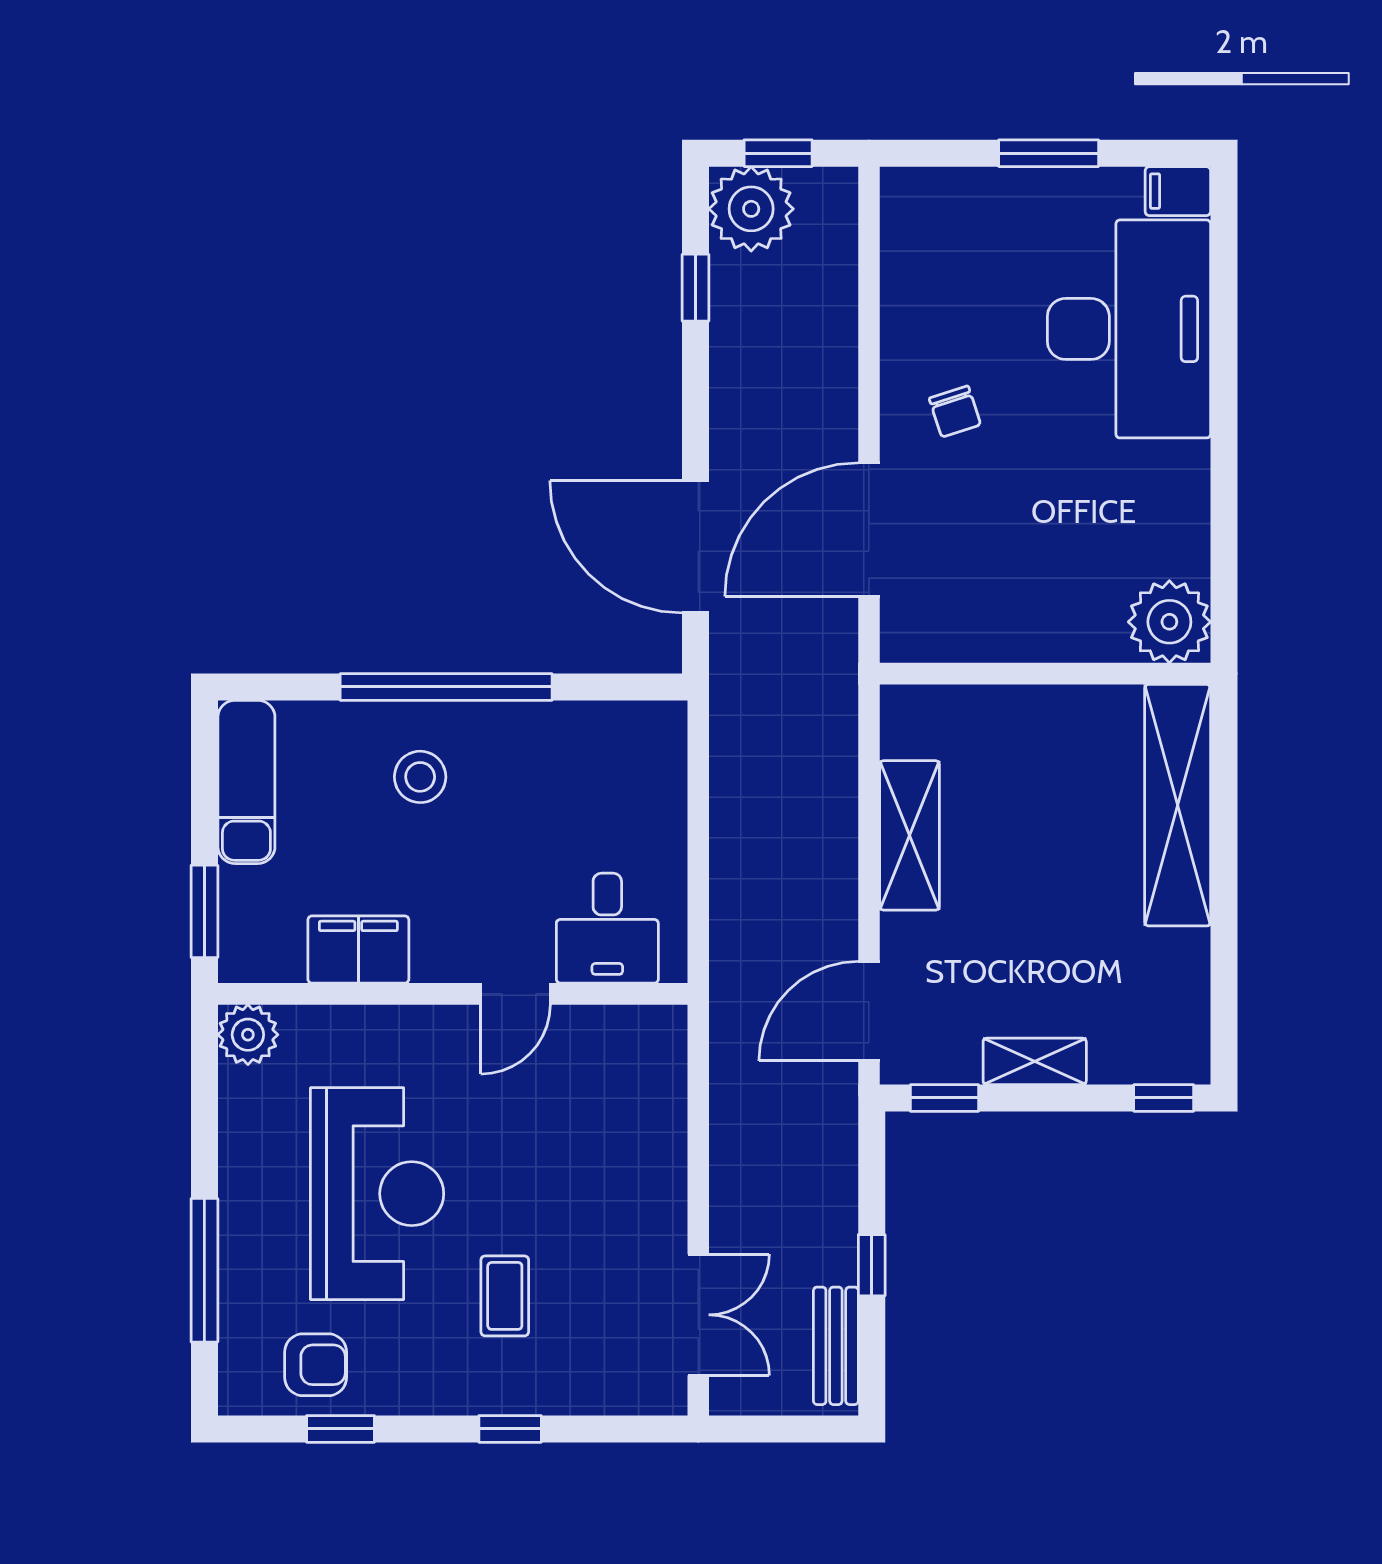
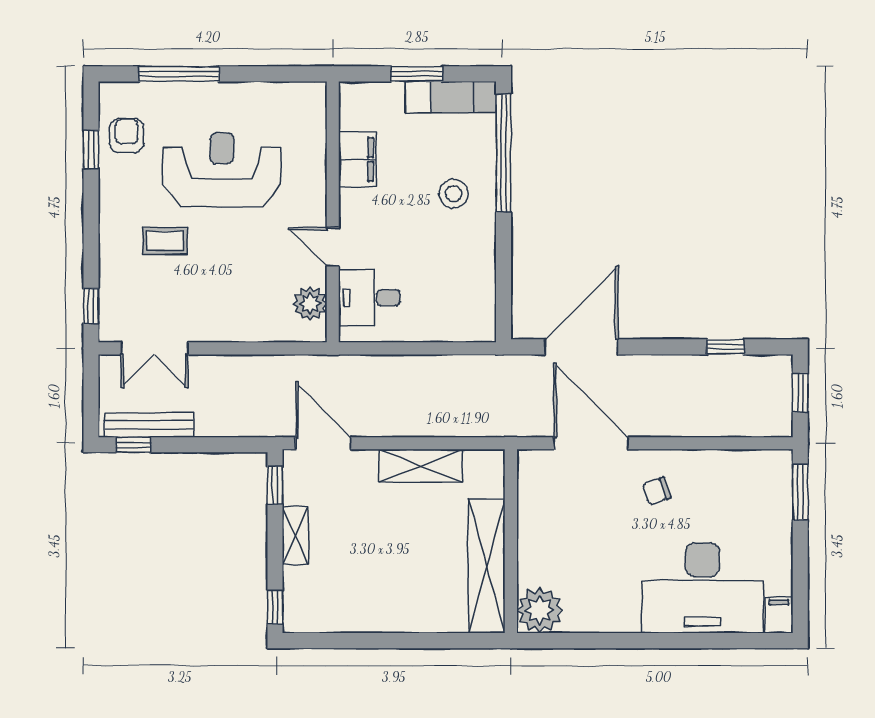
window: (1049, 153) -> (800, 492), moved
plant: (751, 209) -> (769, 378), removed
window: (446, 687) -> (503, 153), moved
shelving: (1178, 805) -> (487, 566), moved, turned 90
window: (204, 911) -> (417, 74), moved
plant: (248, 1035) -> (310, 304), moved
reception desk: (377, 1194) -> (222, 170), turned 180
window: (872, 1265) -> (134, 445), moved
bench: (836, 1346) -> (149, 425), width x1.36
armchair: (316, 1365) -> (127, 136), turned 180
window: (510, 1429) -> (91, 306), moved

